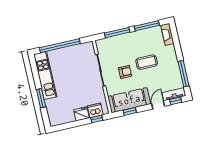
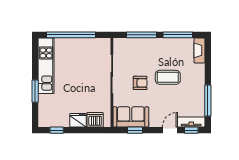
sofa: (129, 100) -> (131, 117), width x0.73
window: (97, 119) -> (57, 130), moved

